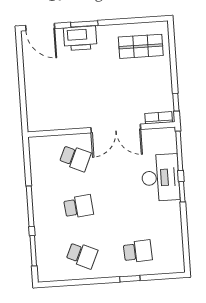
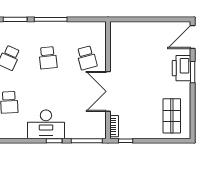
school desk: (75, 158) -> (87, 58), turned -39
desk: (160, 178) -> (46, 124), moved

